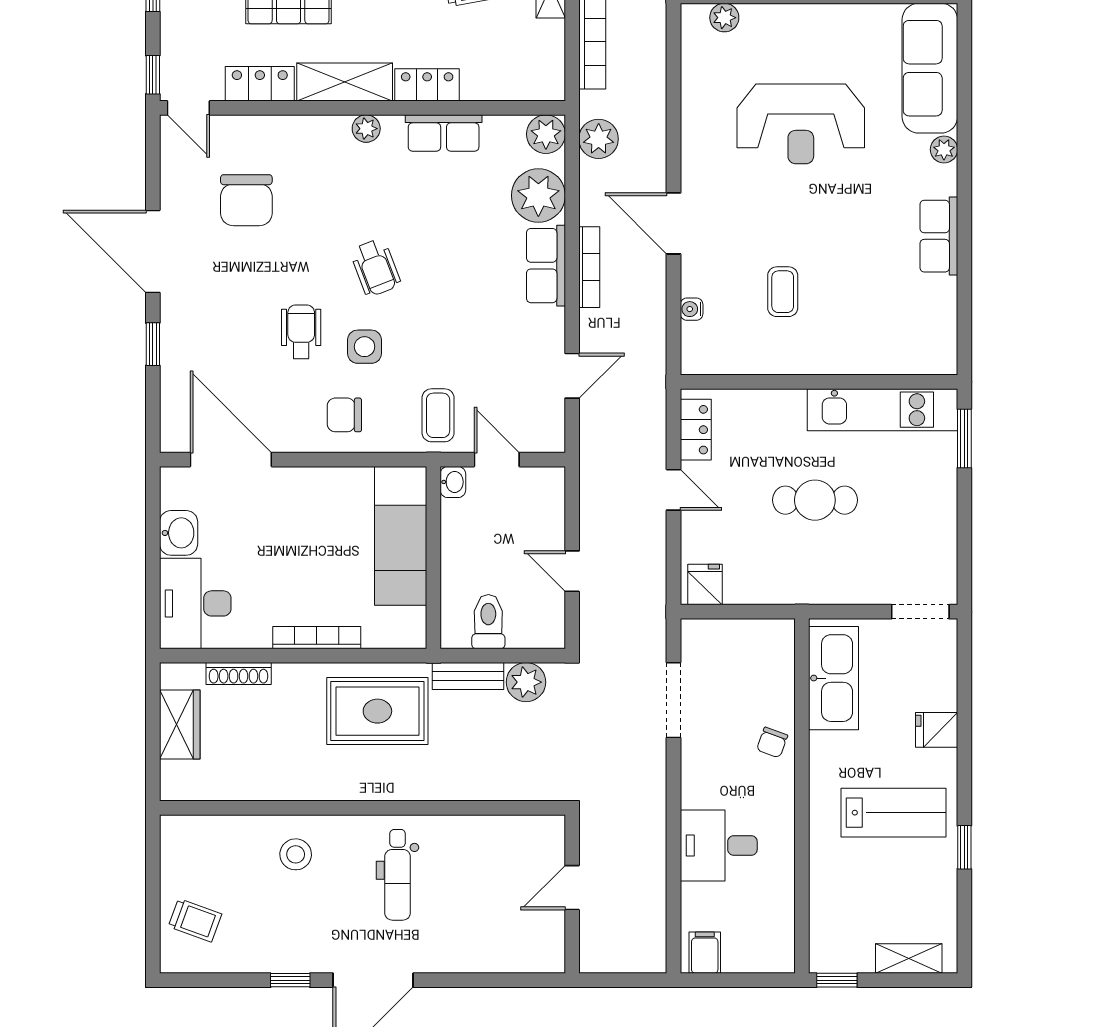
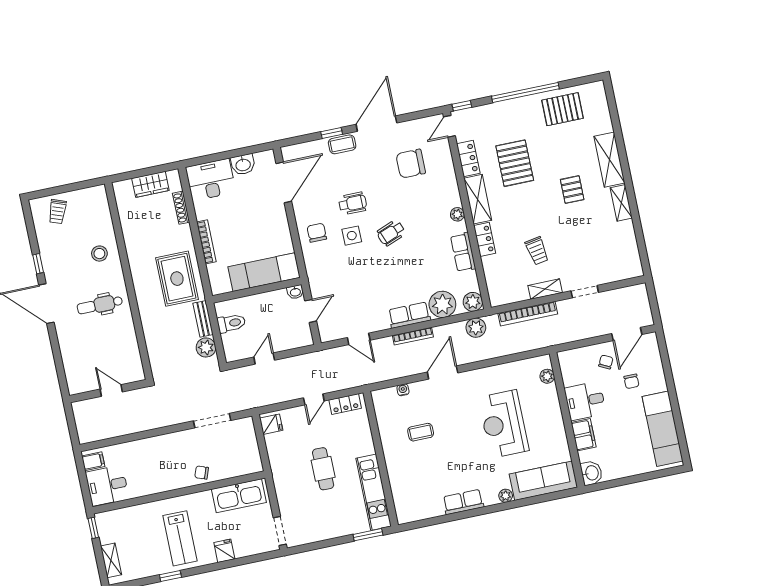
coffee table: (438, 415) -> (342, 144), moved
desk: (719, 846) -> (107, 485), moved, turned -90

